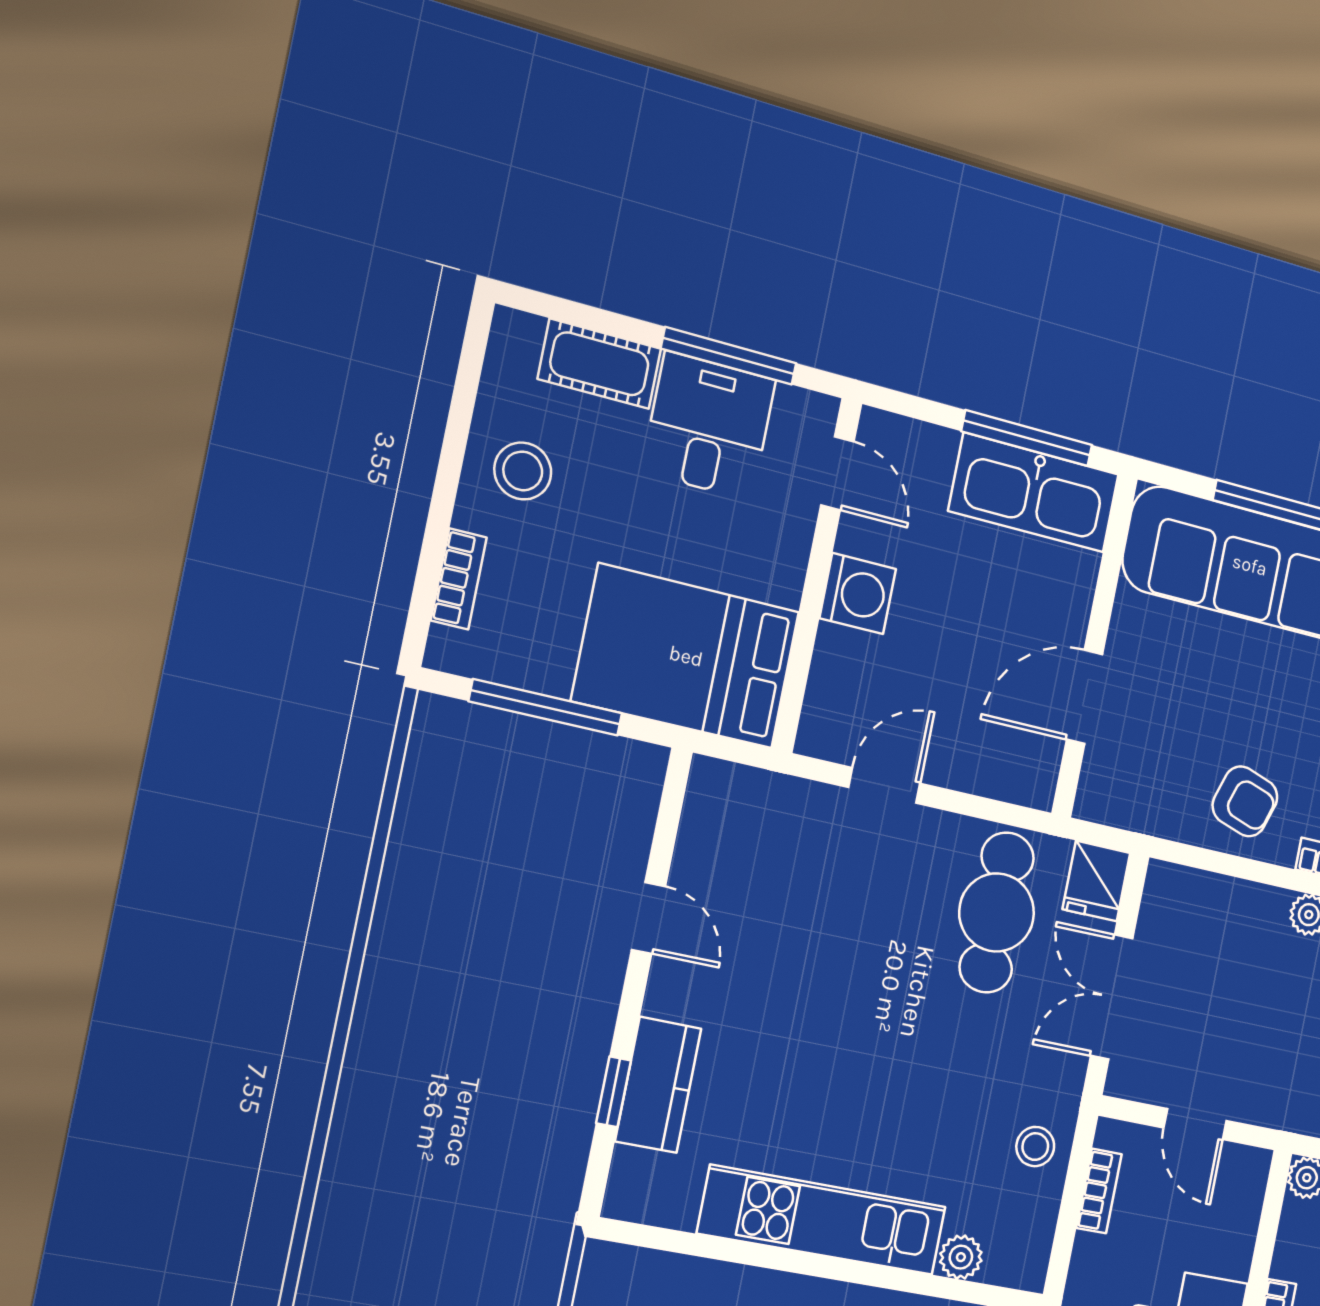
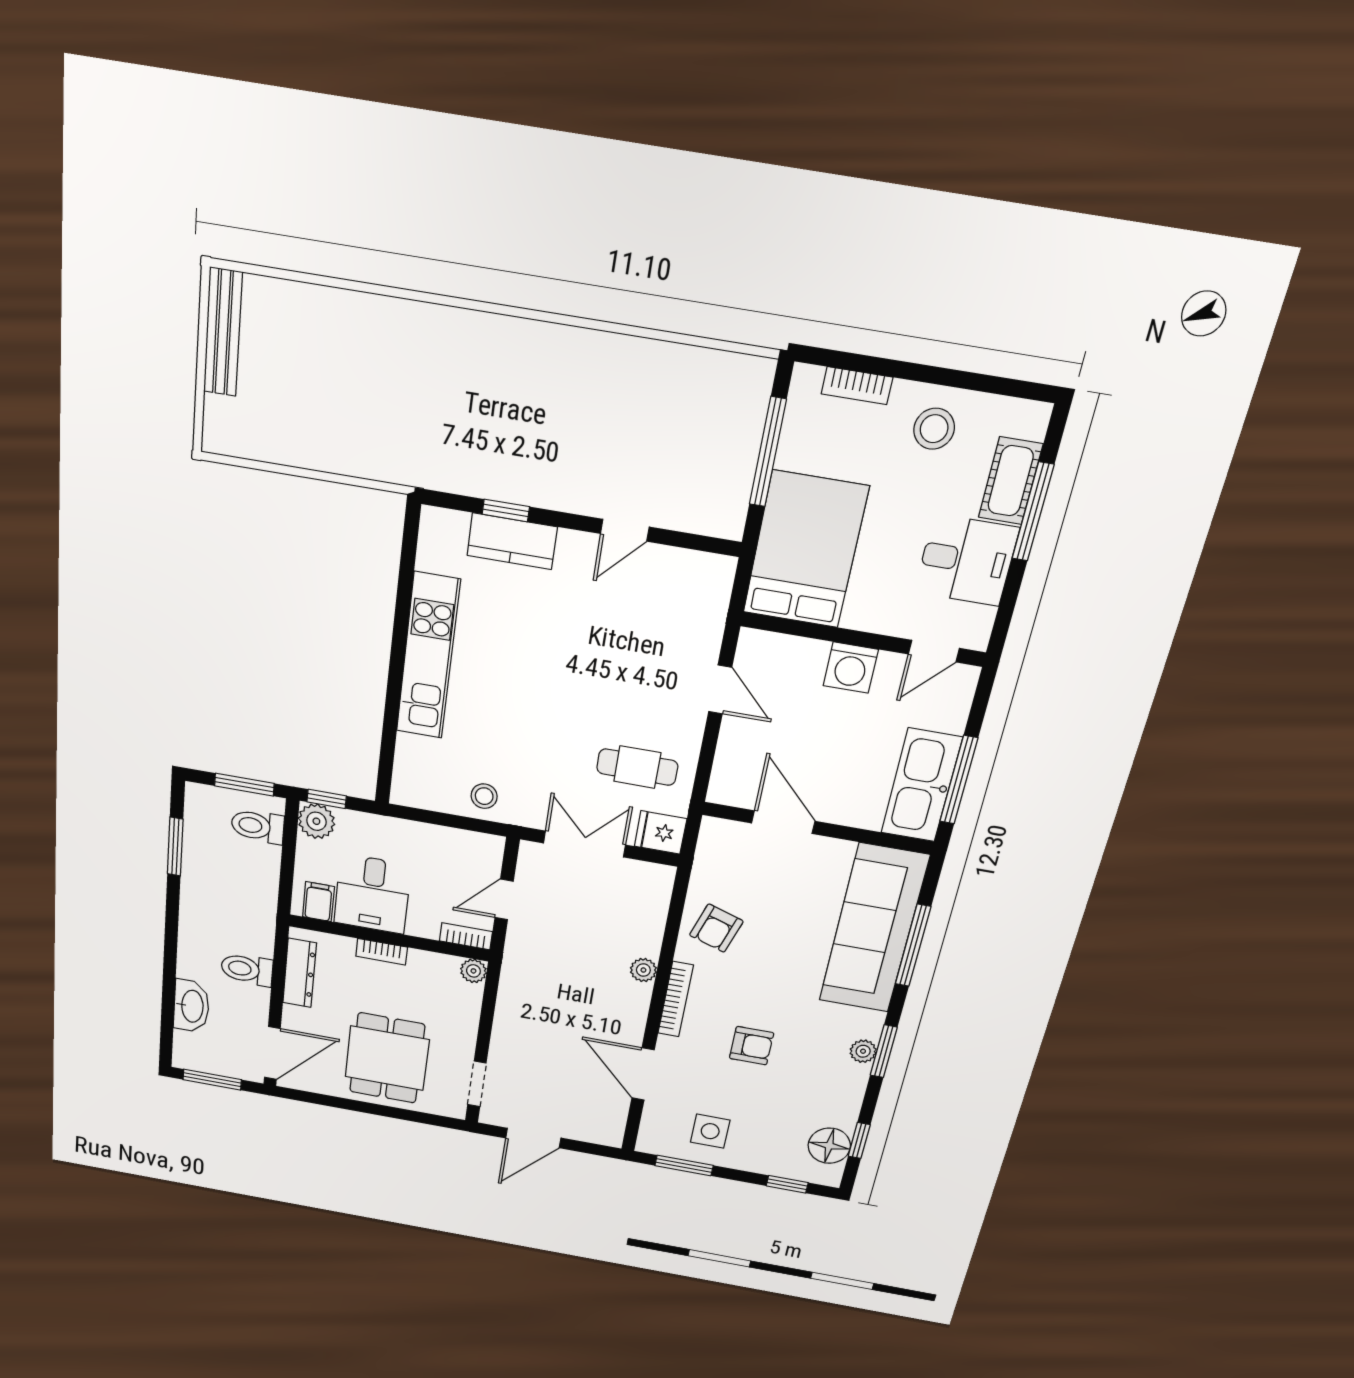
window: (729, 356) -> (1033, 512), moved
cafe table: (997, 912) -> (637, 767), width x0.73, depth x0.74
bookcase: (1099, 1191) -> (466, 936), moved, turned 180
plant: (961, 1257) -> (409, 749), removed

